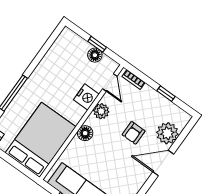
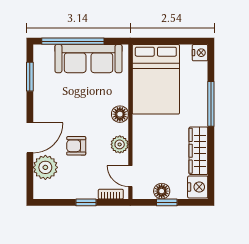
wardrobe: (47, 65) -> (198, 151), added
window: (166, 94) -> (86, 202), moved
nightstand: (86, 97) -> (198, 187), moved, turned 180
armchair: (134, 133) -> (76, 146), turned -90

